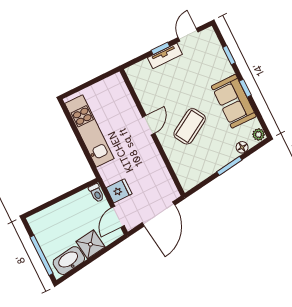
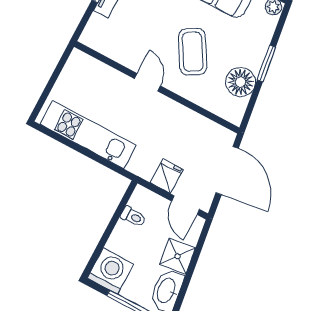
floor lamp: (242, 147) -> (241, 82), moved, width x1.89, depth x1.89
toilet: (96, 193) -> (133, 217), moved
washing machine: (43, 224) -> (110, 271), added

